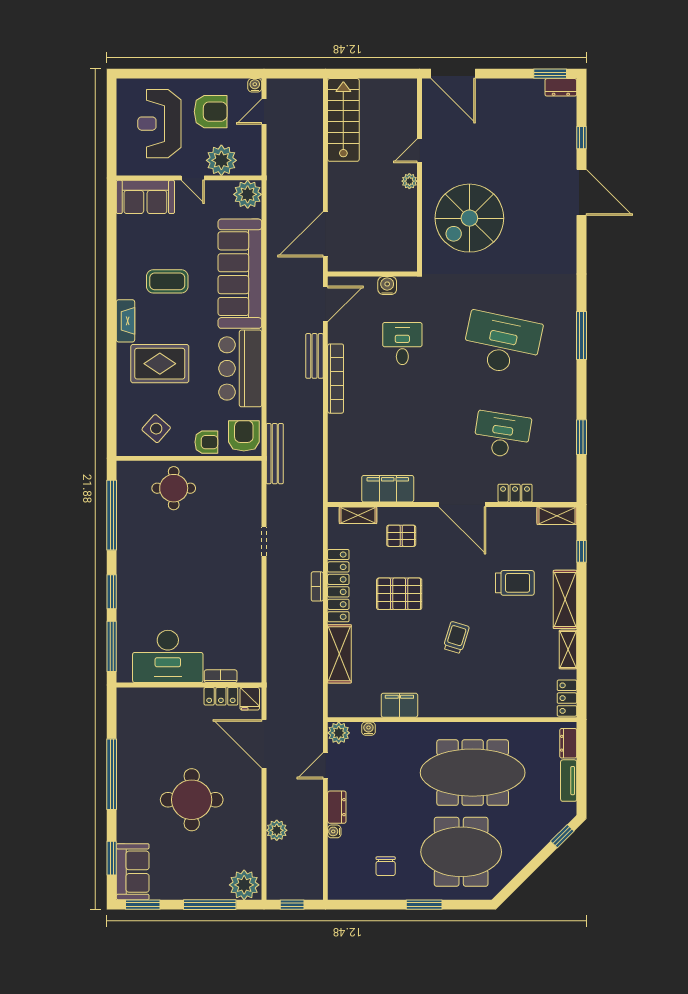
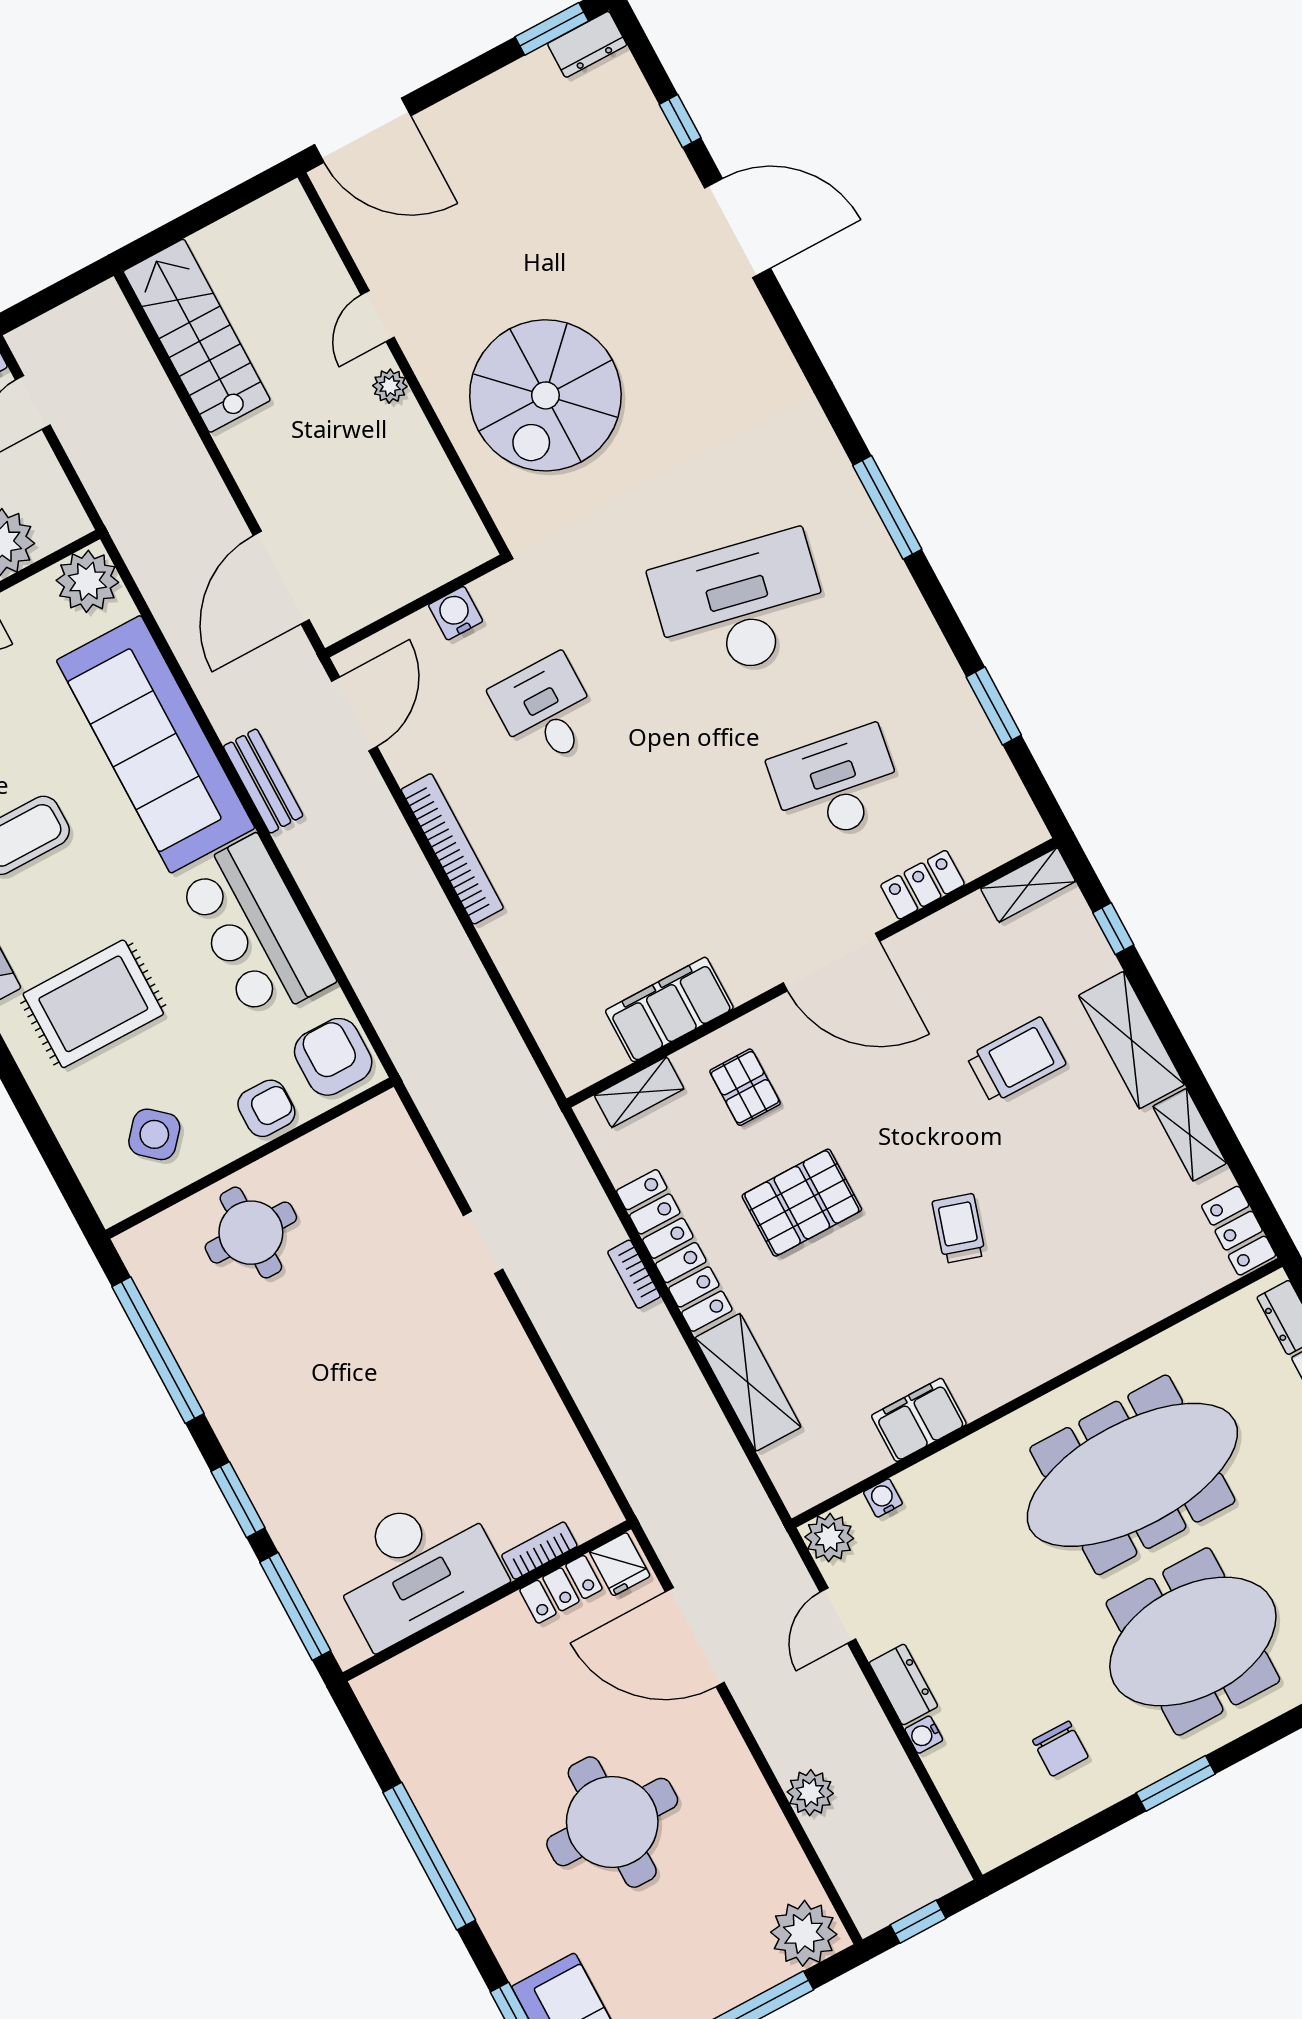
bench: (315, 356) -> (263, 781), moved
bench: (275, 454) -> (412, 1059), removed
pallet: (401, 536) -> (745, 1087), turned 90

